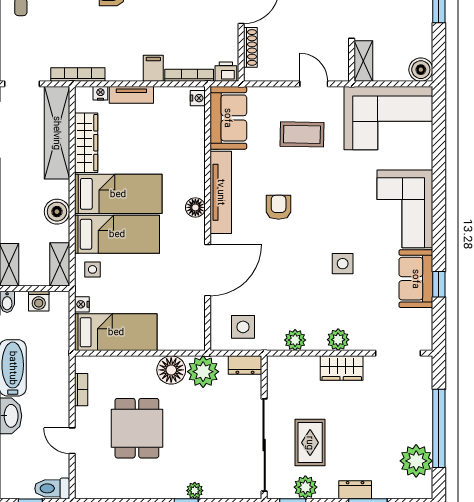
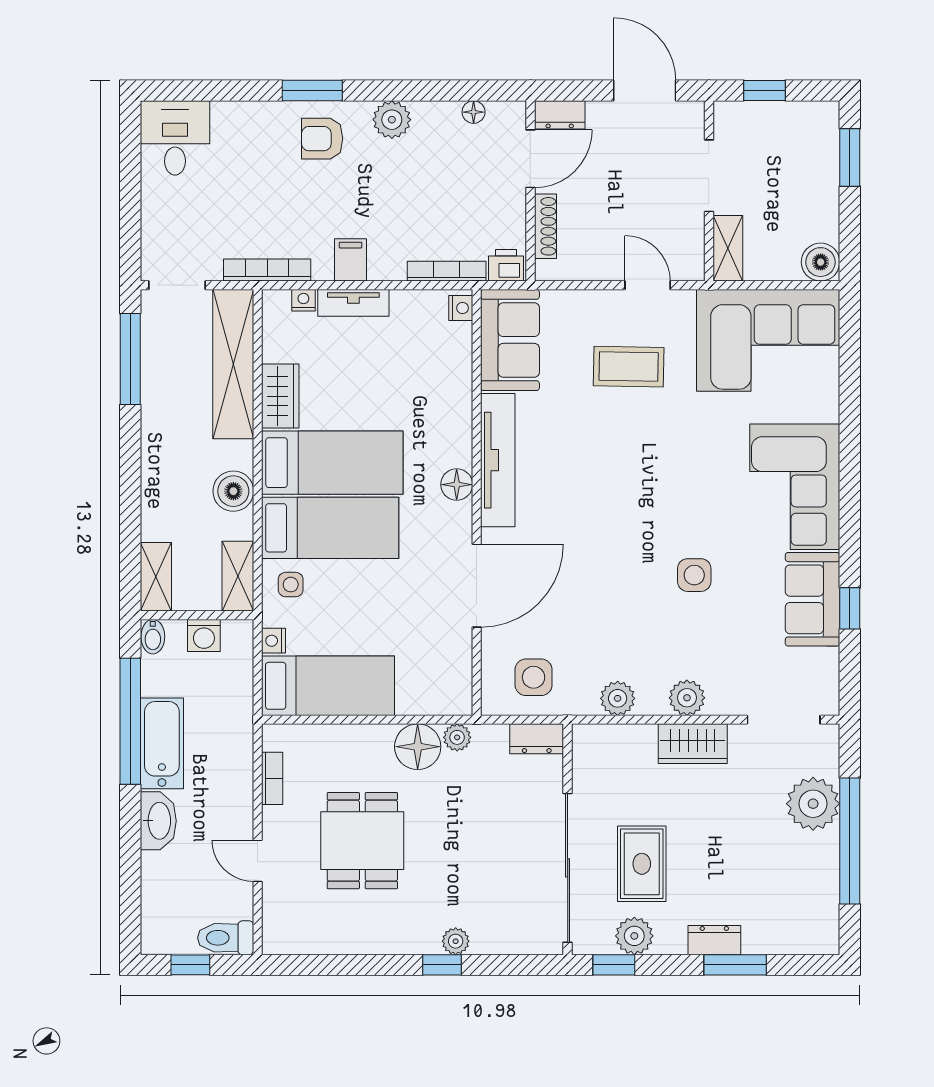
filing cabinet: (153, 68) -> (350, 260), moved
wardrobe: (86, 143) -> (280, 396), width x0.67
armchair: (279, 207) -> (591, 484), removed
plant: (203, 372) -> (457, 737), width x0.53, depth x0.53
plant: (416, 461) -> (813, 804), moved

